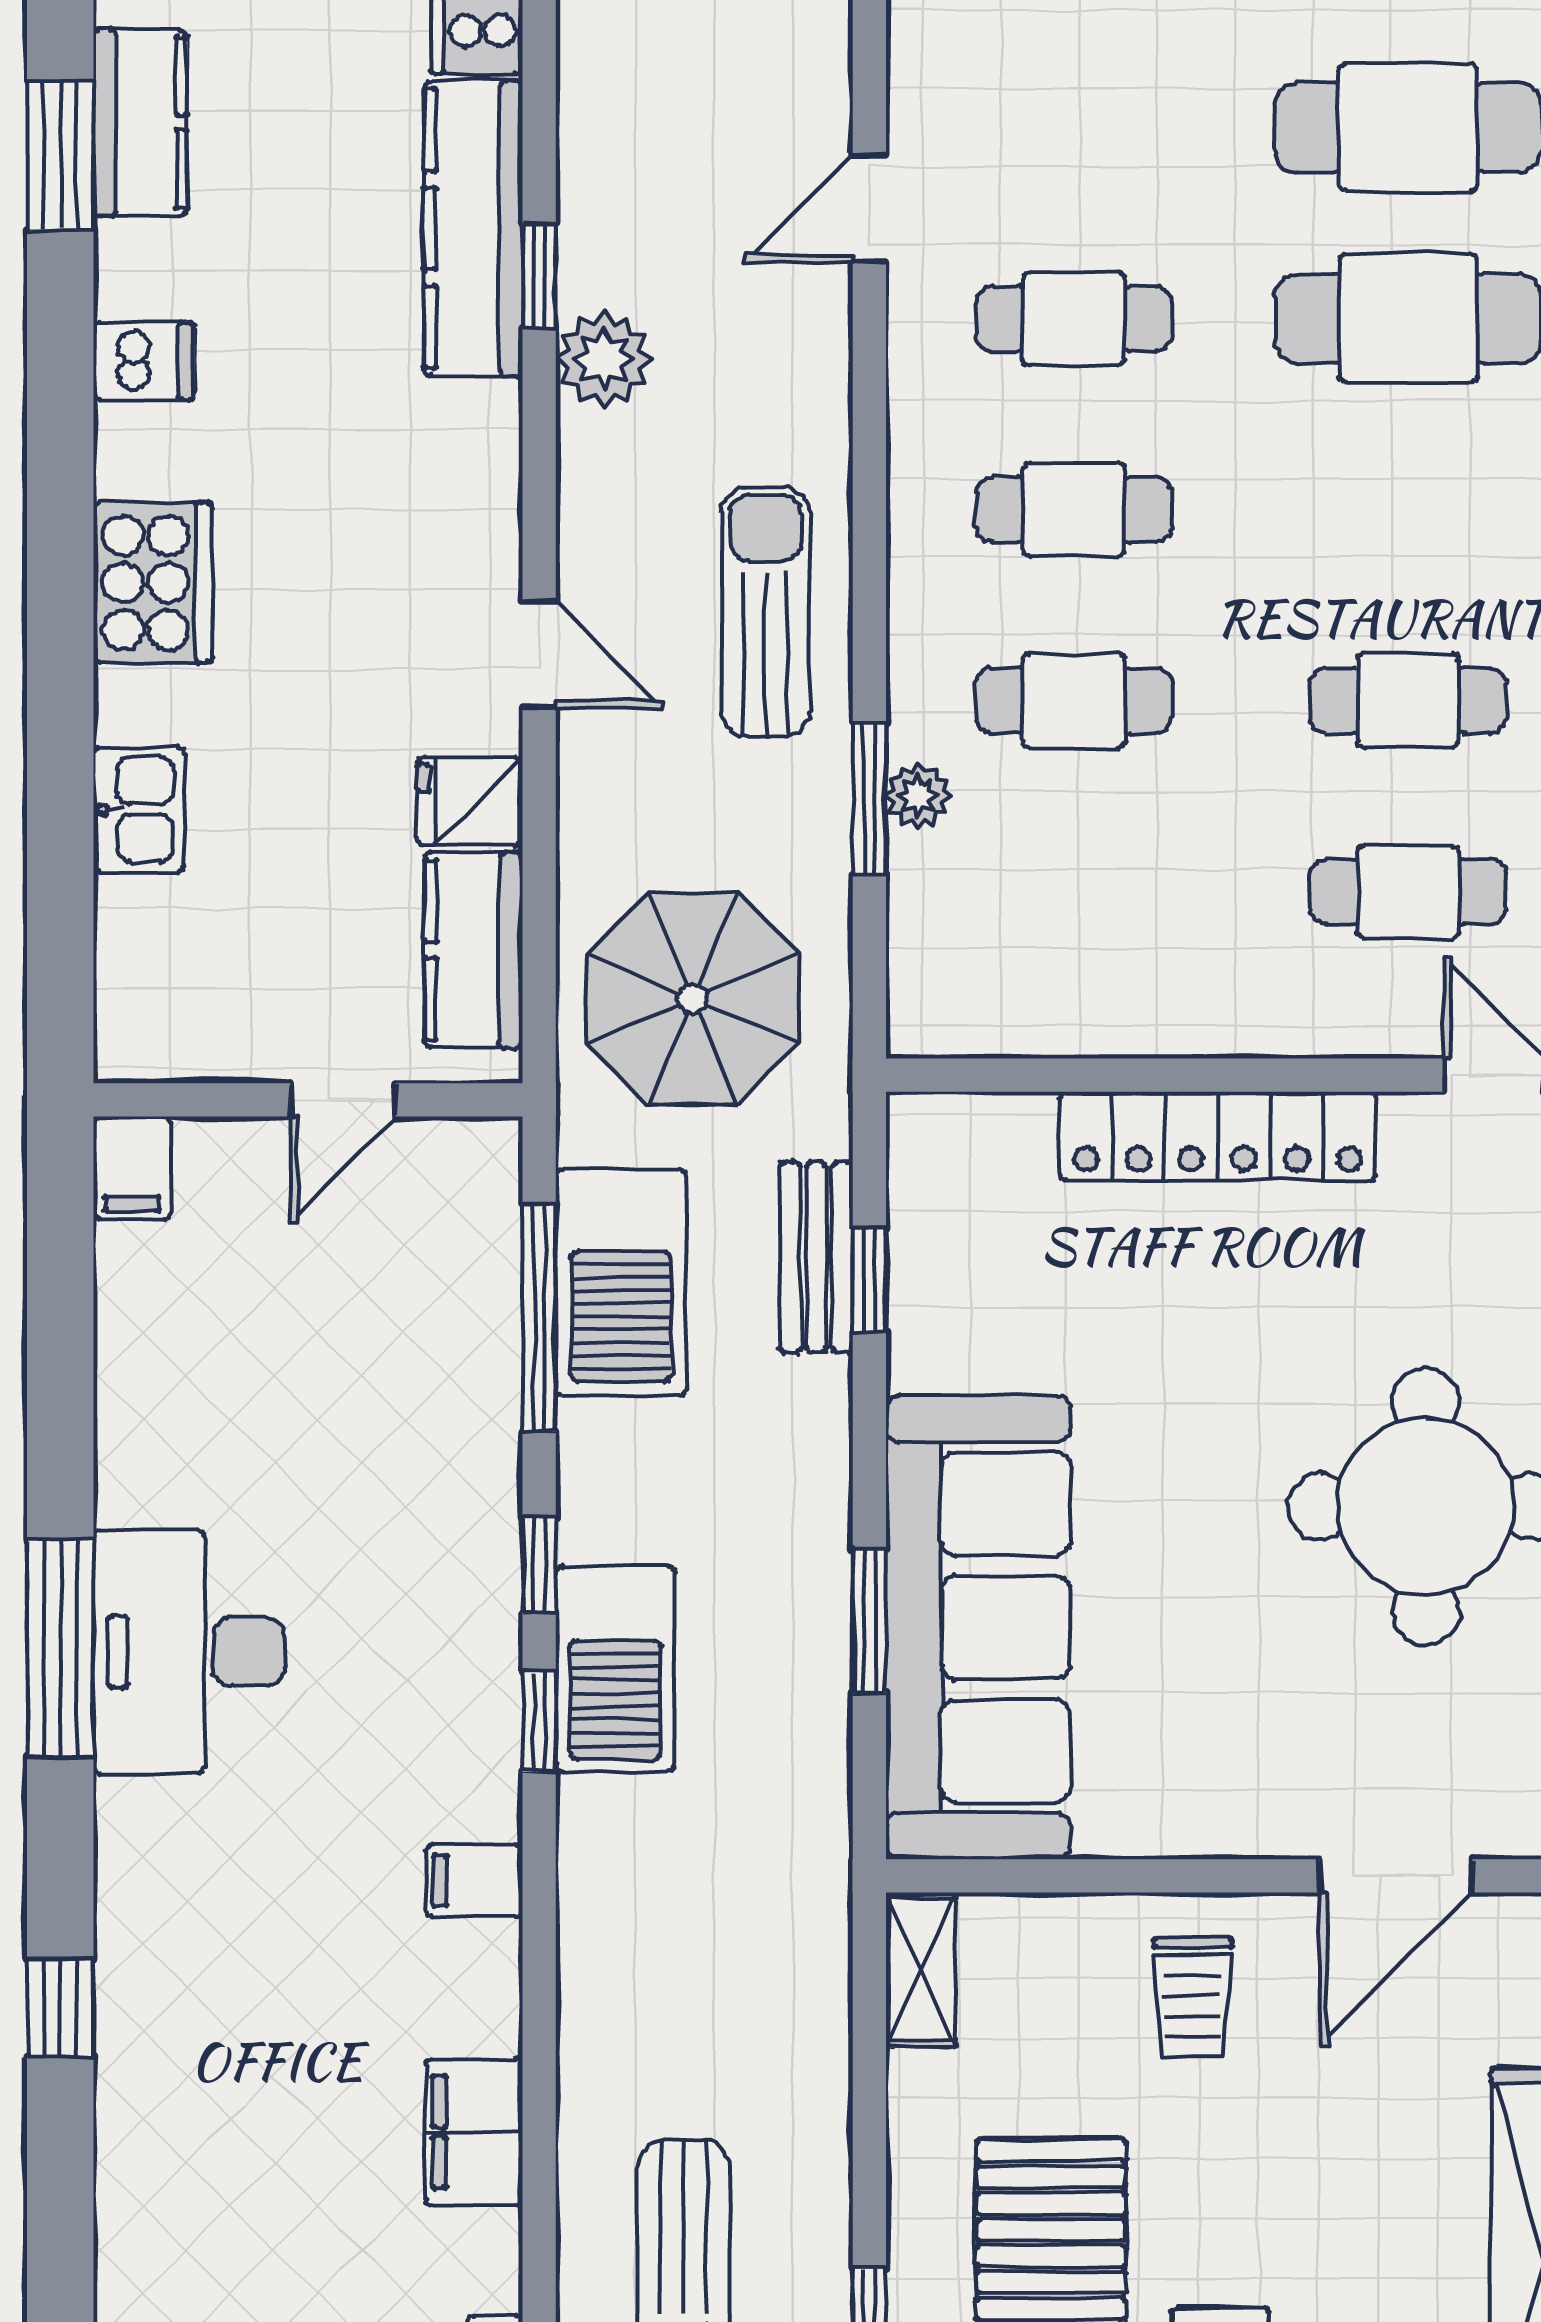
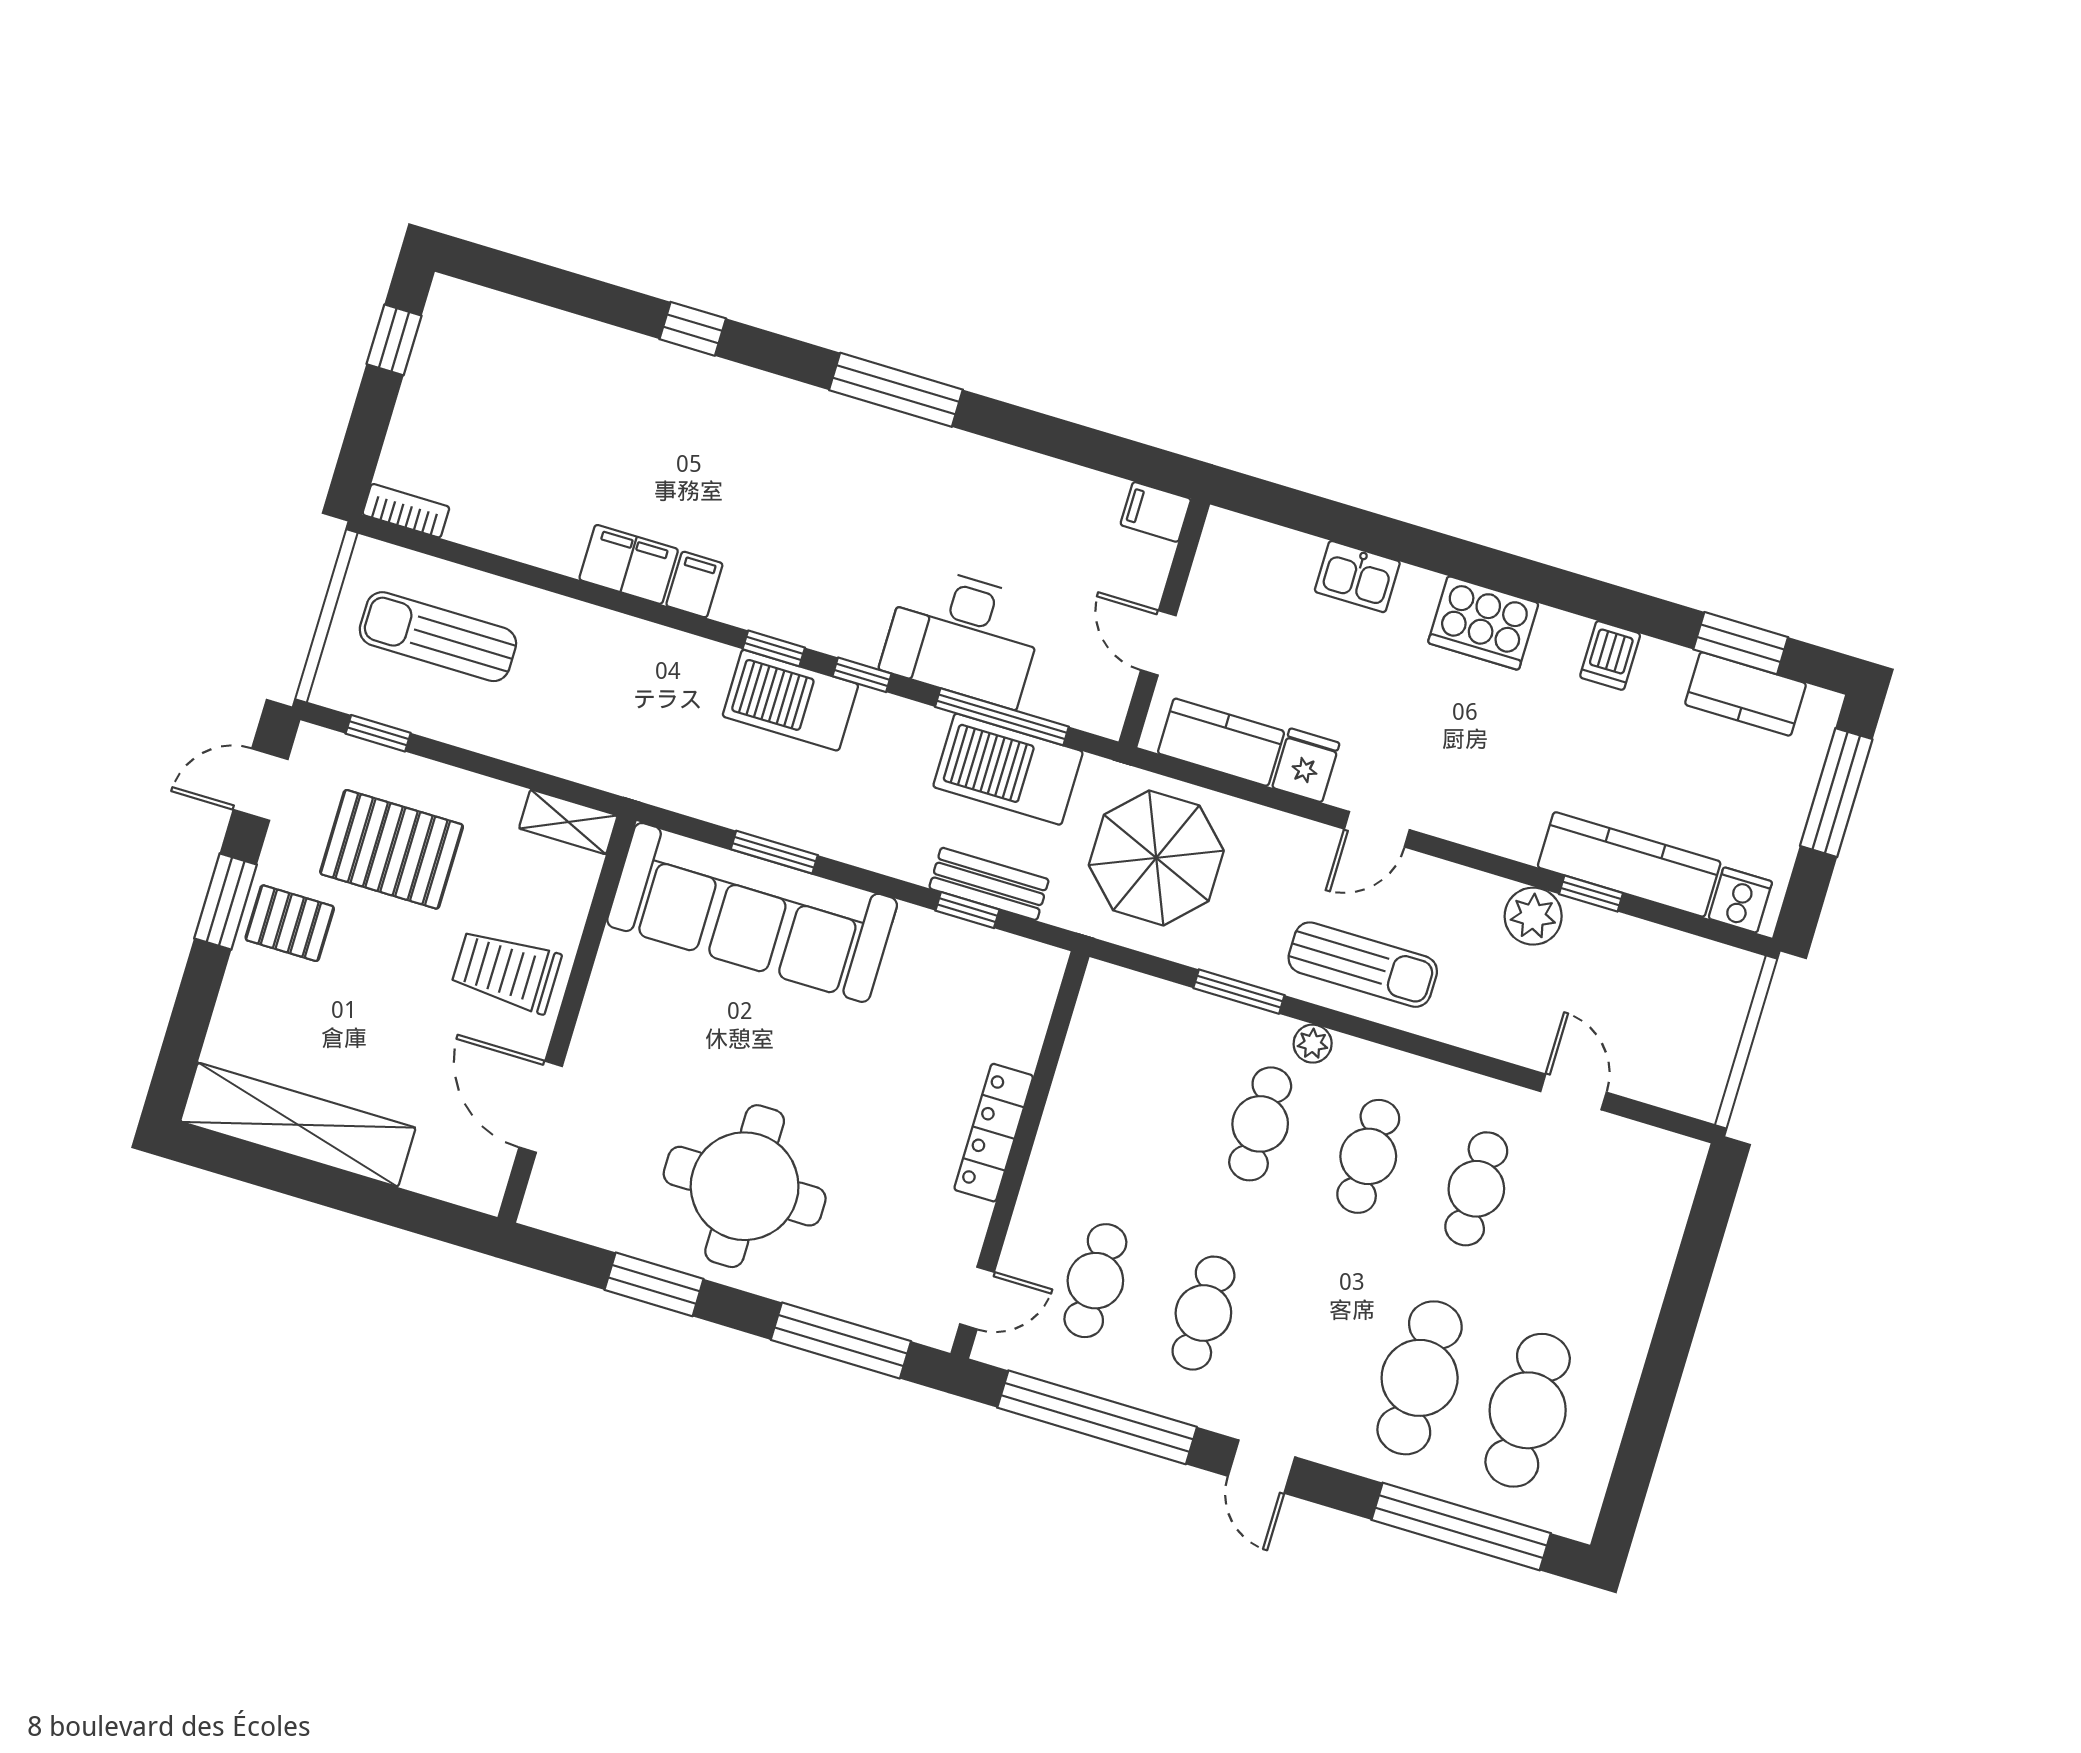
plant: (918, 796) -> (1313, 1044), moved
locker: (1218, 1136) -> (994, 1133), width x0.71, depth x0.83
desk: (189, 1652) -> (963, 636), moved, turned 180
trolley: (1192, 1998) -> (506, 971), width x1.36, depth x1.39
filing cabinet: (474, 2132) -> (629, 564), moved

